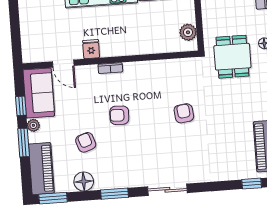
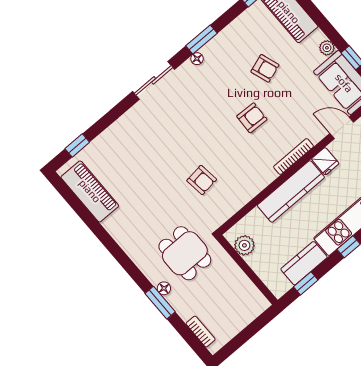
kitchen counter: (130, 46) -> (291, 191), added
bookcase: (110, 68) -> (294, 157), width x1.56
armchair: (184, 113) -> (202, 180), moved
window: (24, 143) -> (324, 24), removed
floor lamp: (84, 181) -> (197, 59), moved, width x0.53, depth x0.53

